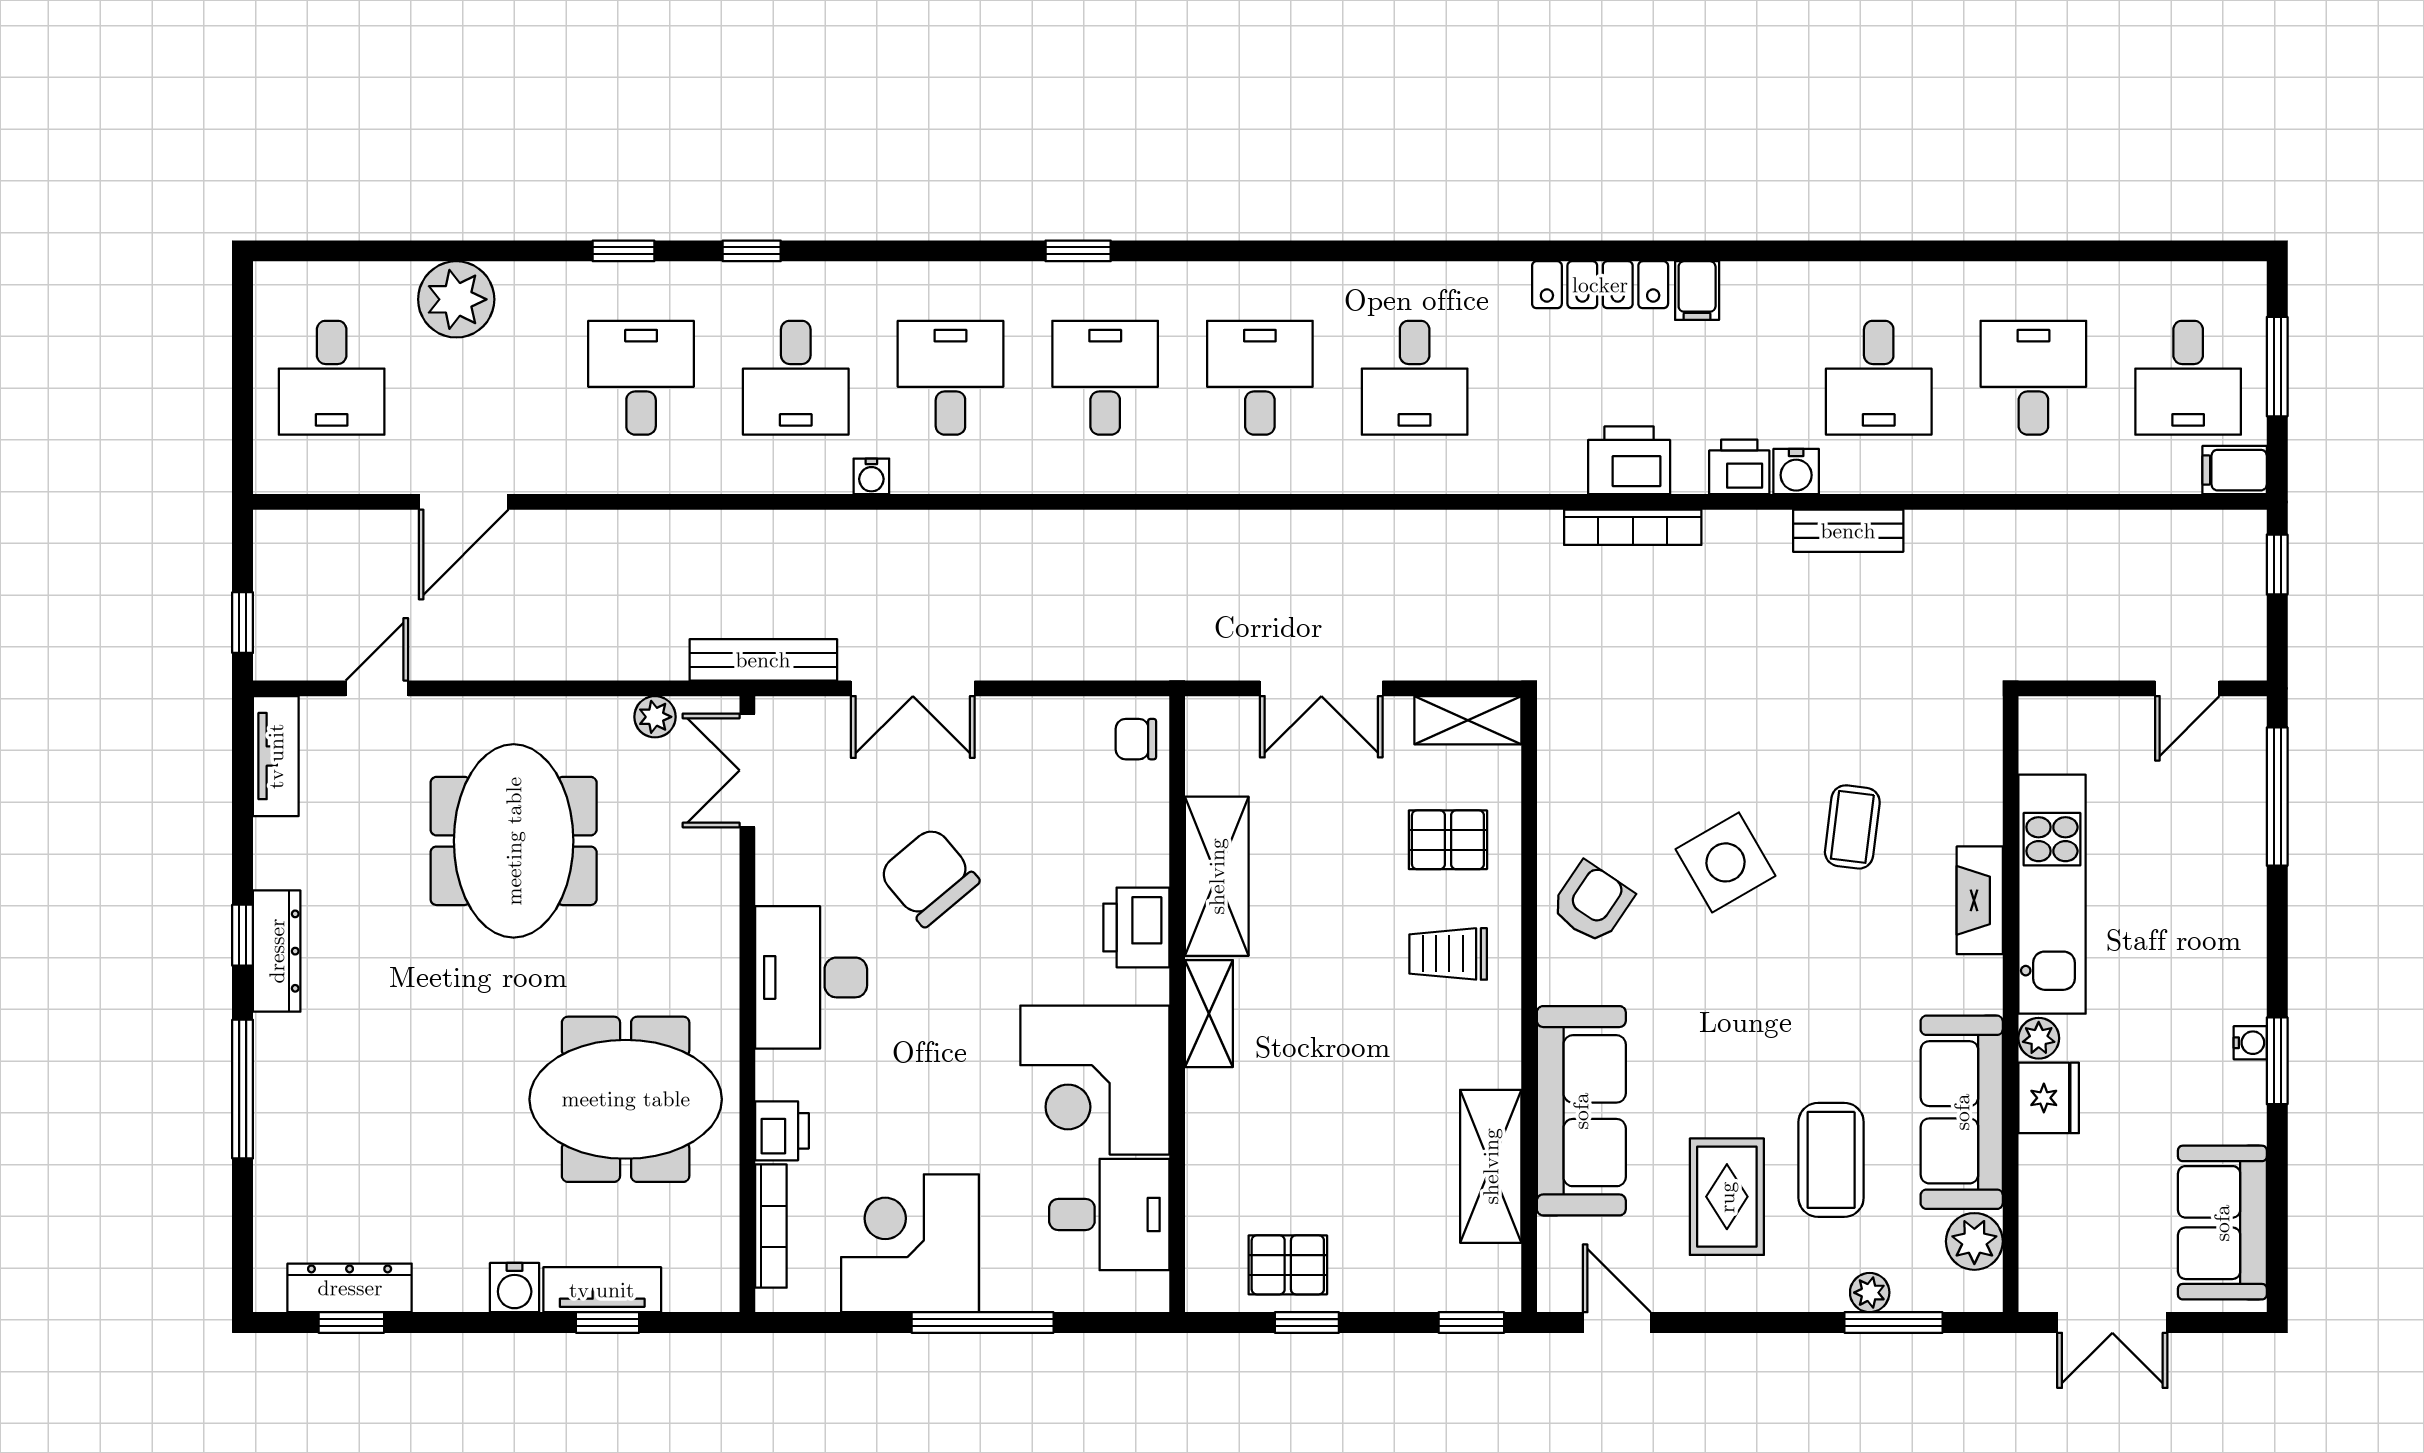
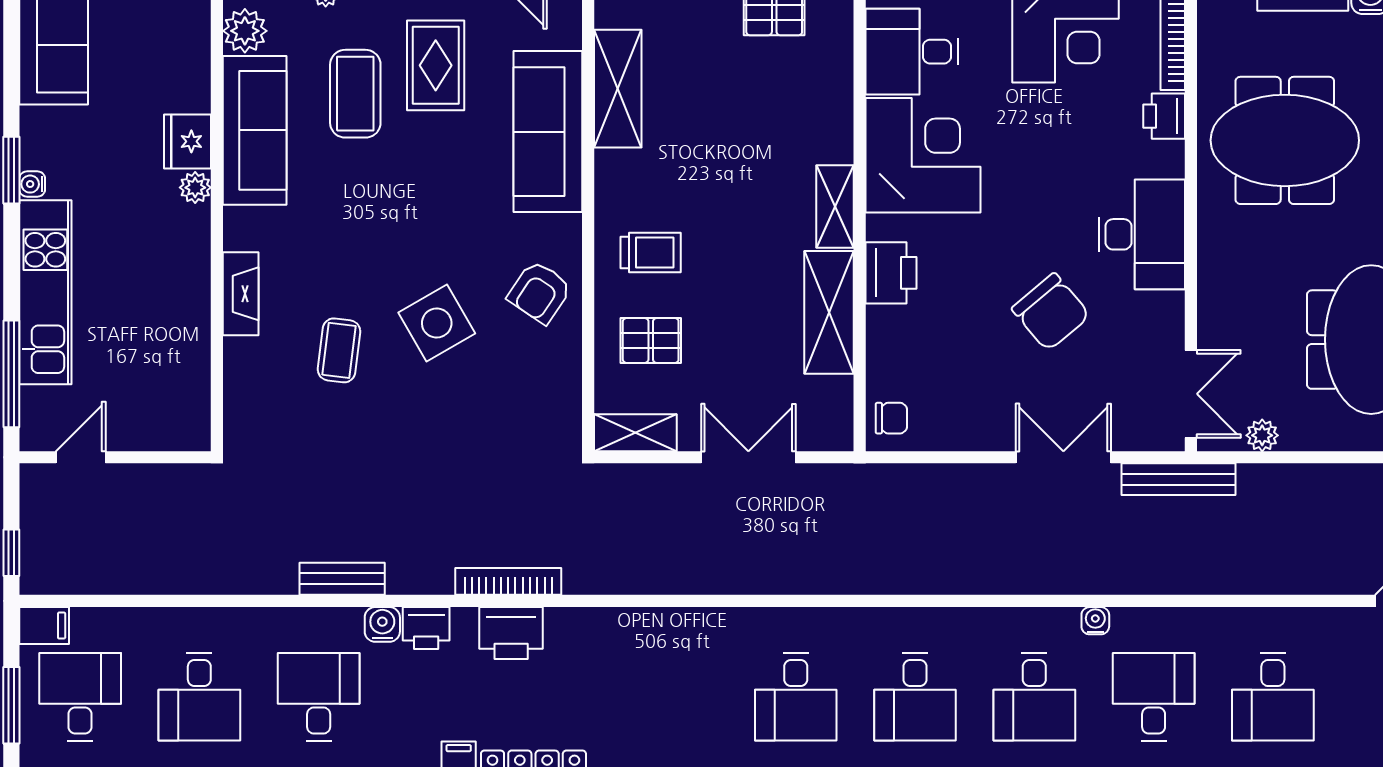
desk: (1415, 378) -> (676, 697), removed
kitchen unit: (2052, 894) -> (45, 292), moved, turned 180

